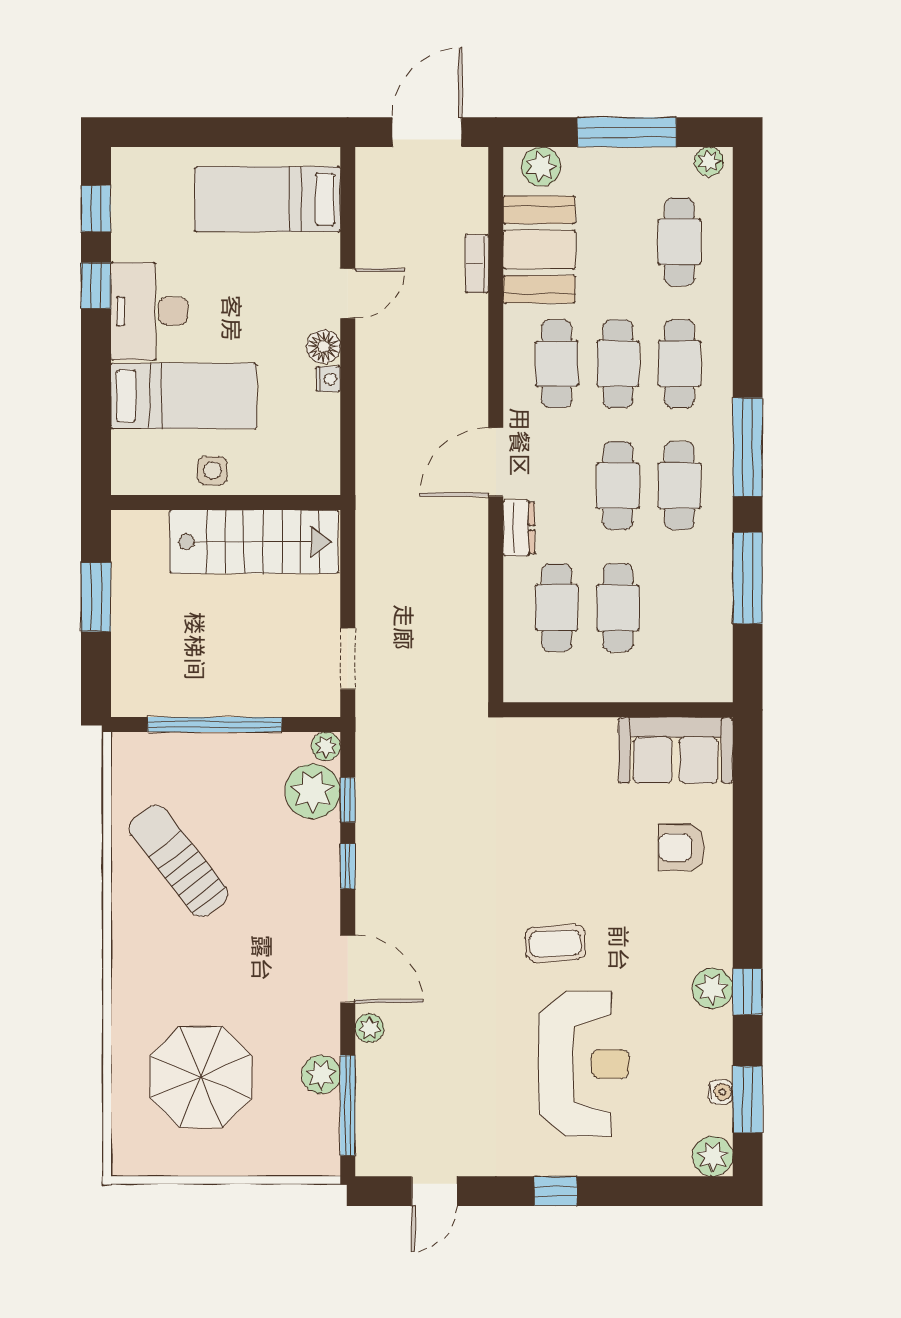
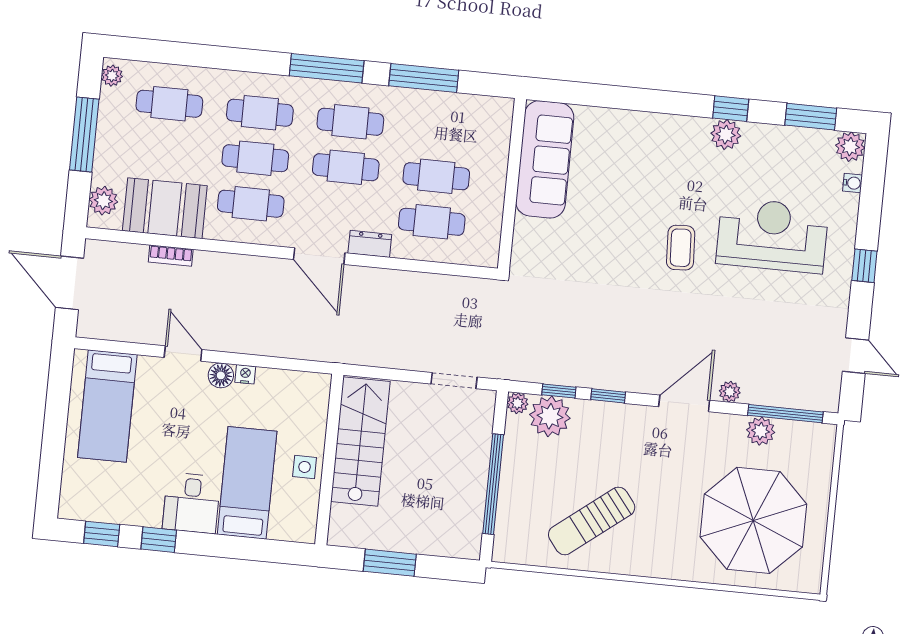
desk: (149, 311) -> (191, 503), width x0.73
sofa: (676, 750) -> (545, 159), width x1.36
armchair: (682, 847) -> (619, 147), removed
parasol: (201, 1077) -> (753, 520), width x1.36, depth x1.36
water cooler: (721, 1092) -> (853, 183), moved, turned 90

